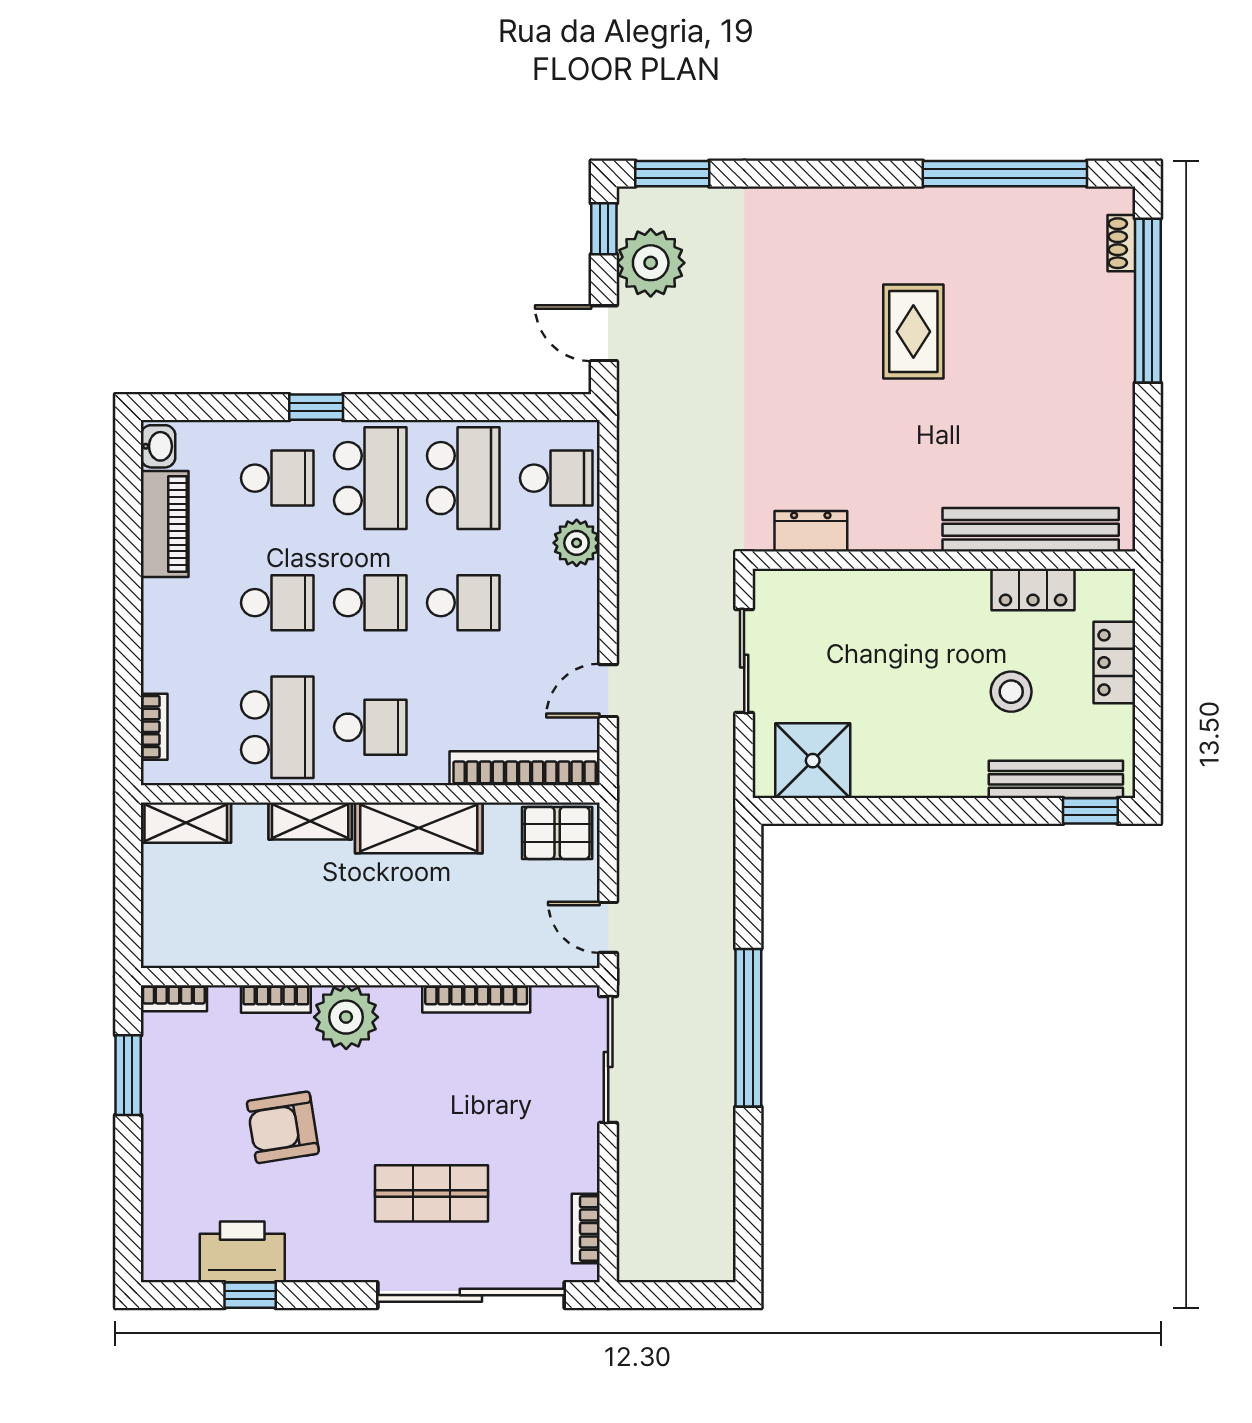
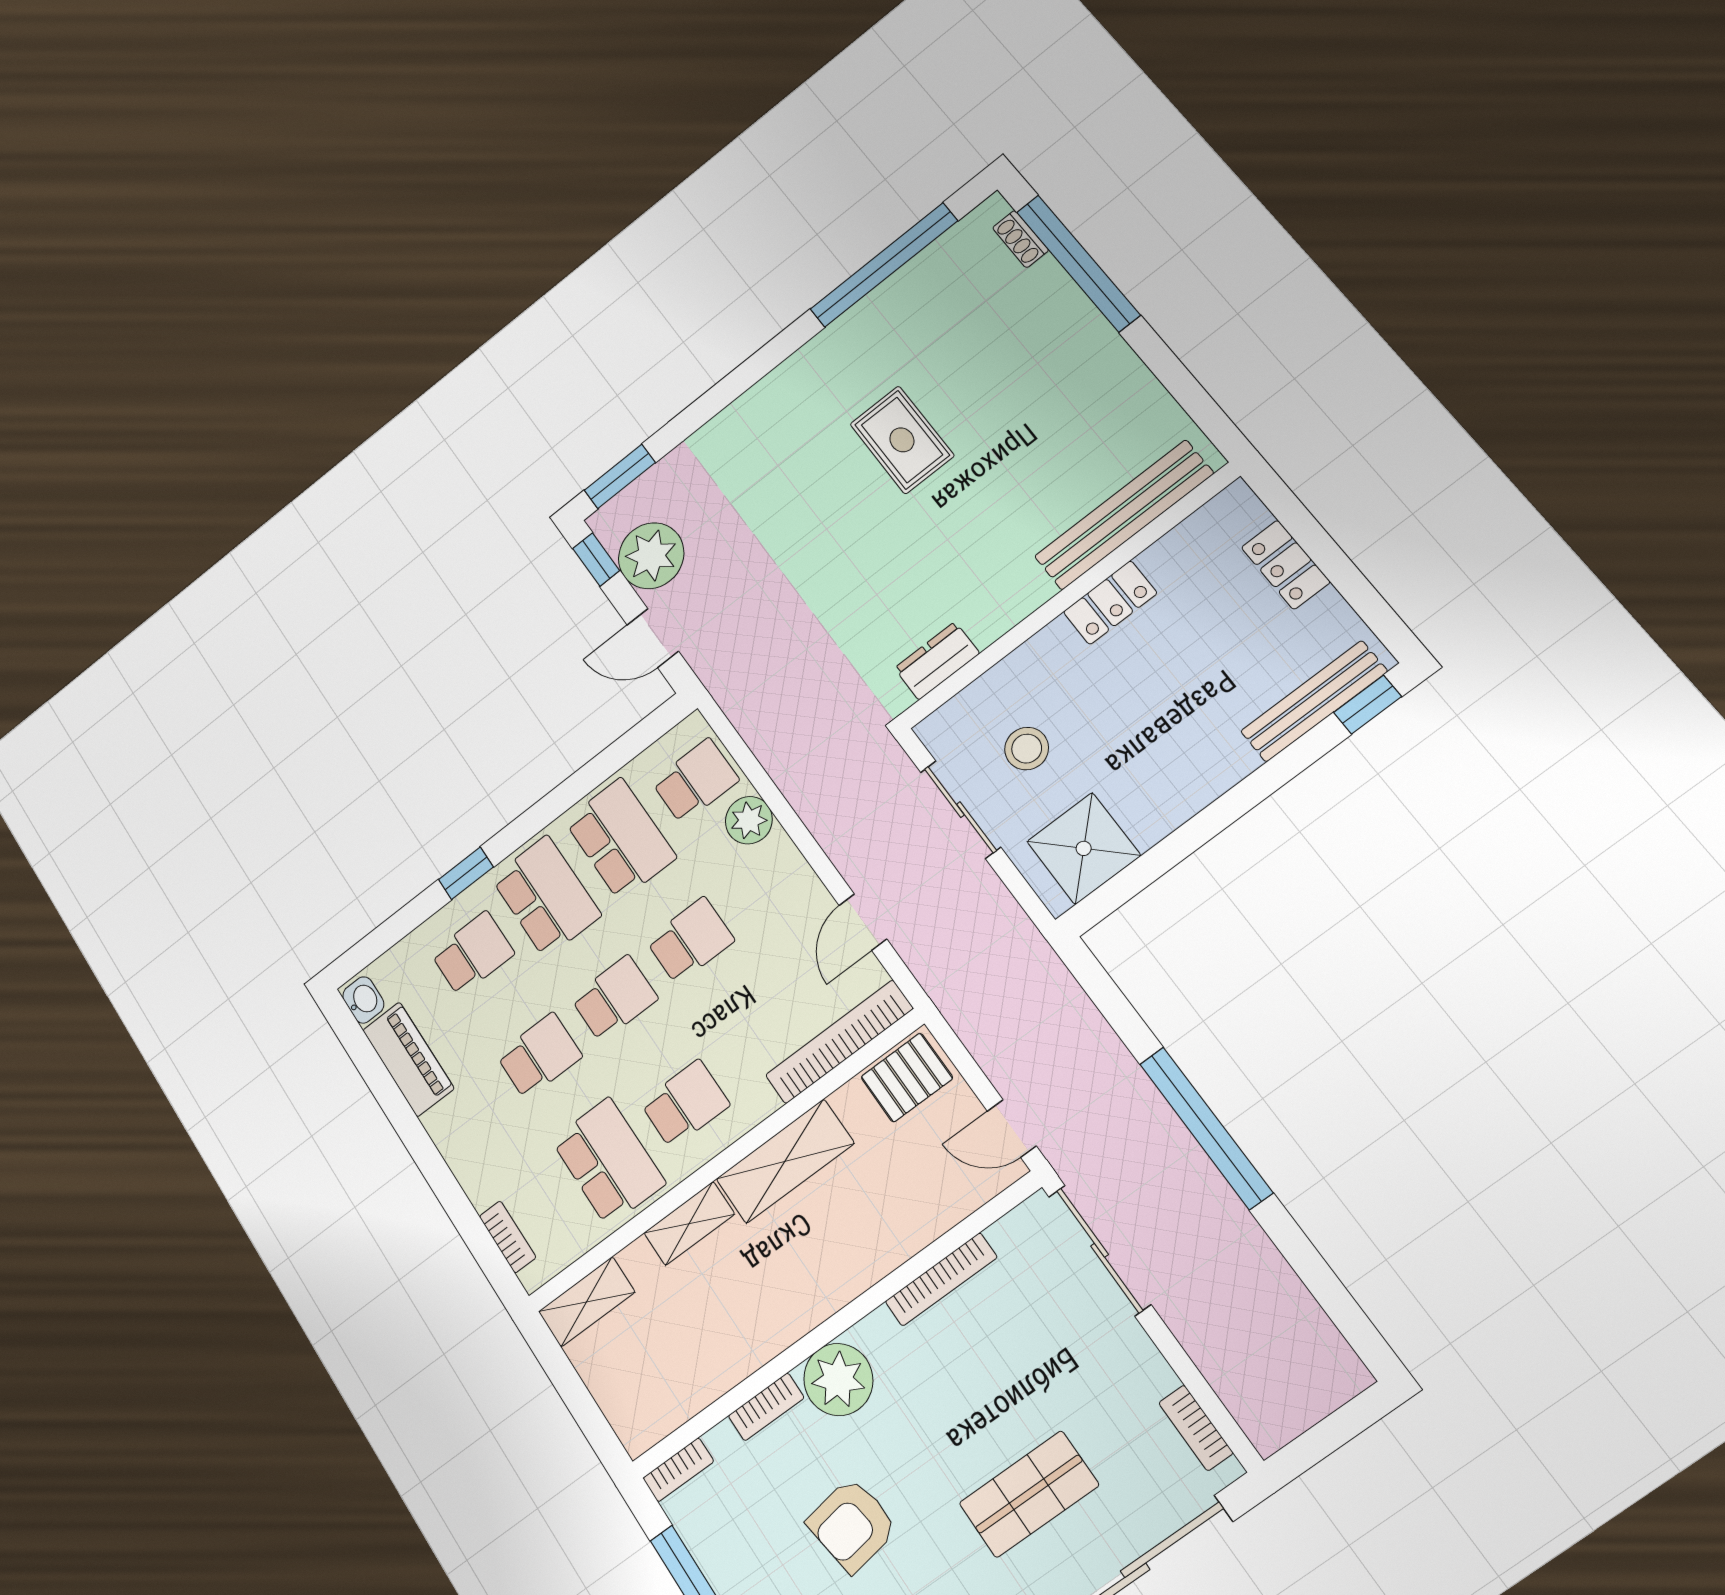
locker: (1033, 590) -> (1110, 603), moved
stool: (1011, 692) -> (1027, 749), moved

